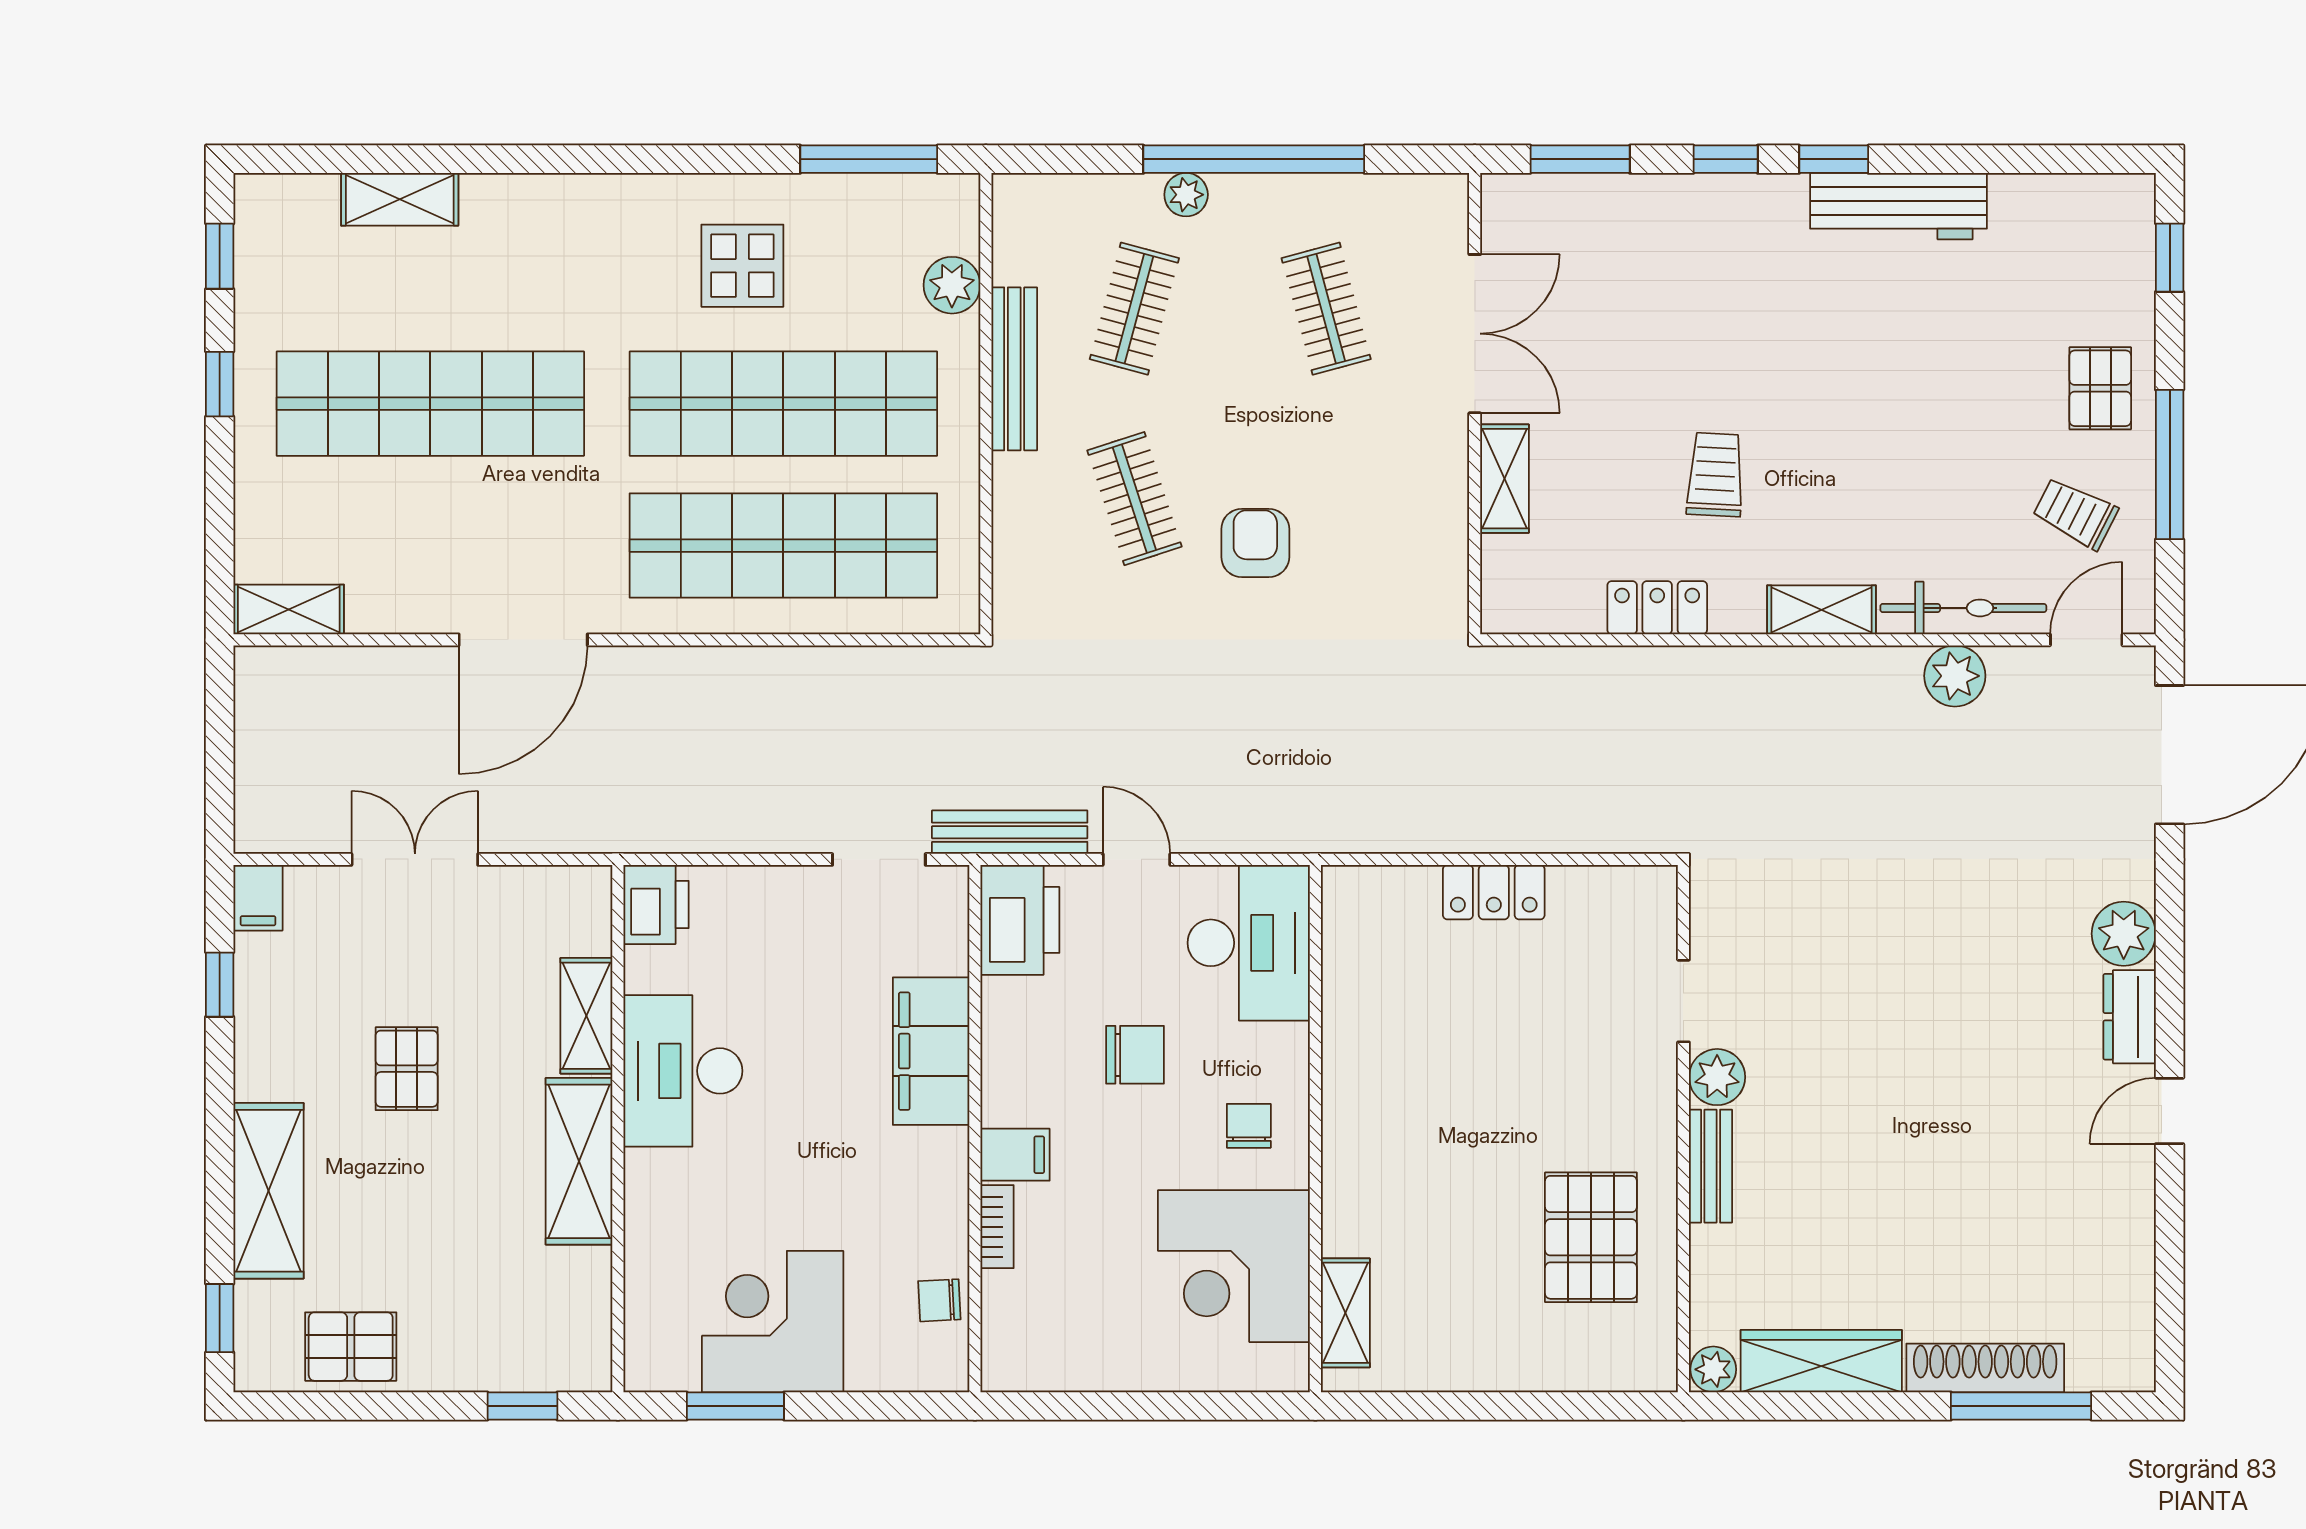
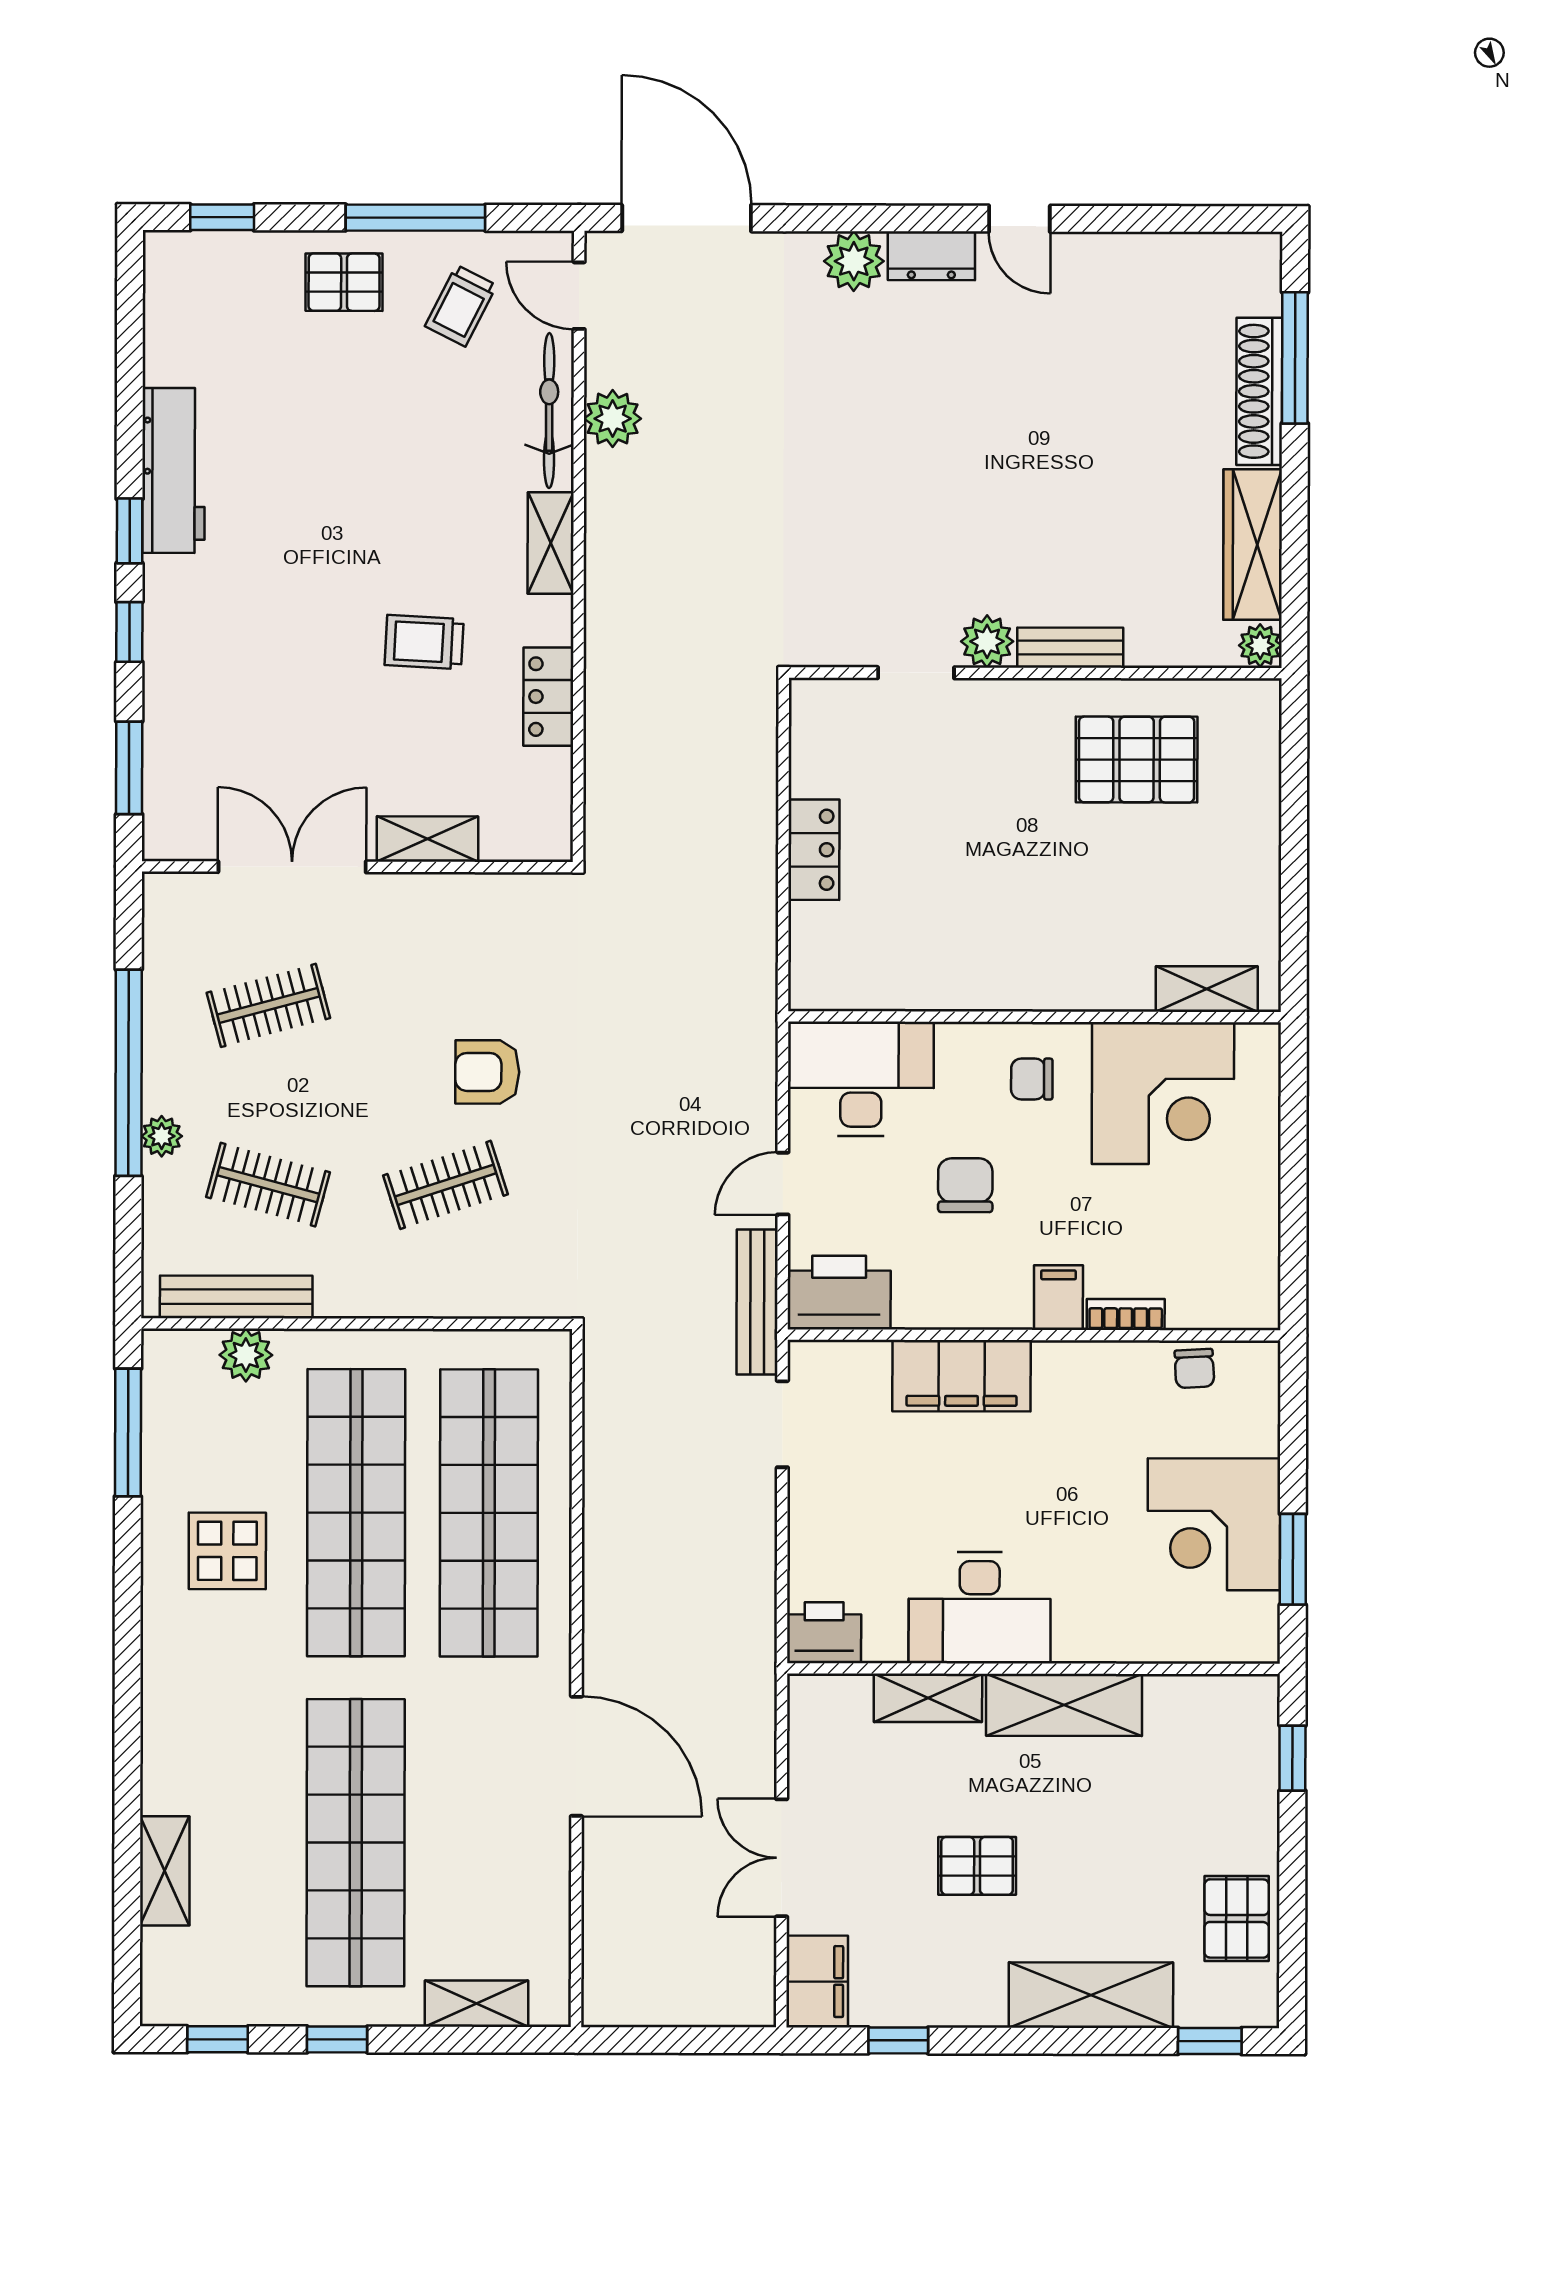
bench: (1014, 369) -> (236, 1297), moved
shelving: (289, 609) -> (477, 2004), moved, turned 90
filing cabinet: (258, 898) -> (817, 1981), width x2.00

